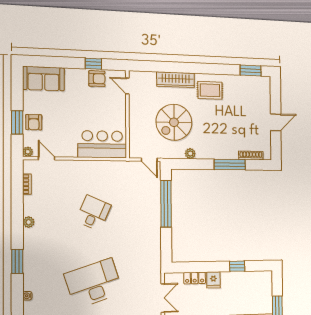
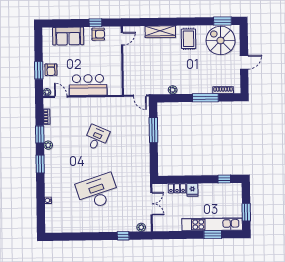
sofa: (43, 79) -> (68, 36), moved
door: (127, 86) -> (122, 39), swing flipped
rug: (210, 90) -> (189, 39), turned 90
spiral stairs: (174, 122) -> (221, 40), moved, turned 90
bar counter: (102, 144) -> (88, 85), moved
window: (166, 204) -> (153, 130), width x0.68
window: (17, 208) -> (40, 134), added
window: (17, 261) -> (40, 164), moved
window: (237, 266) -> (224, 179), moved

